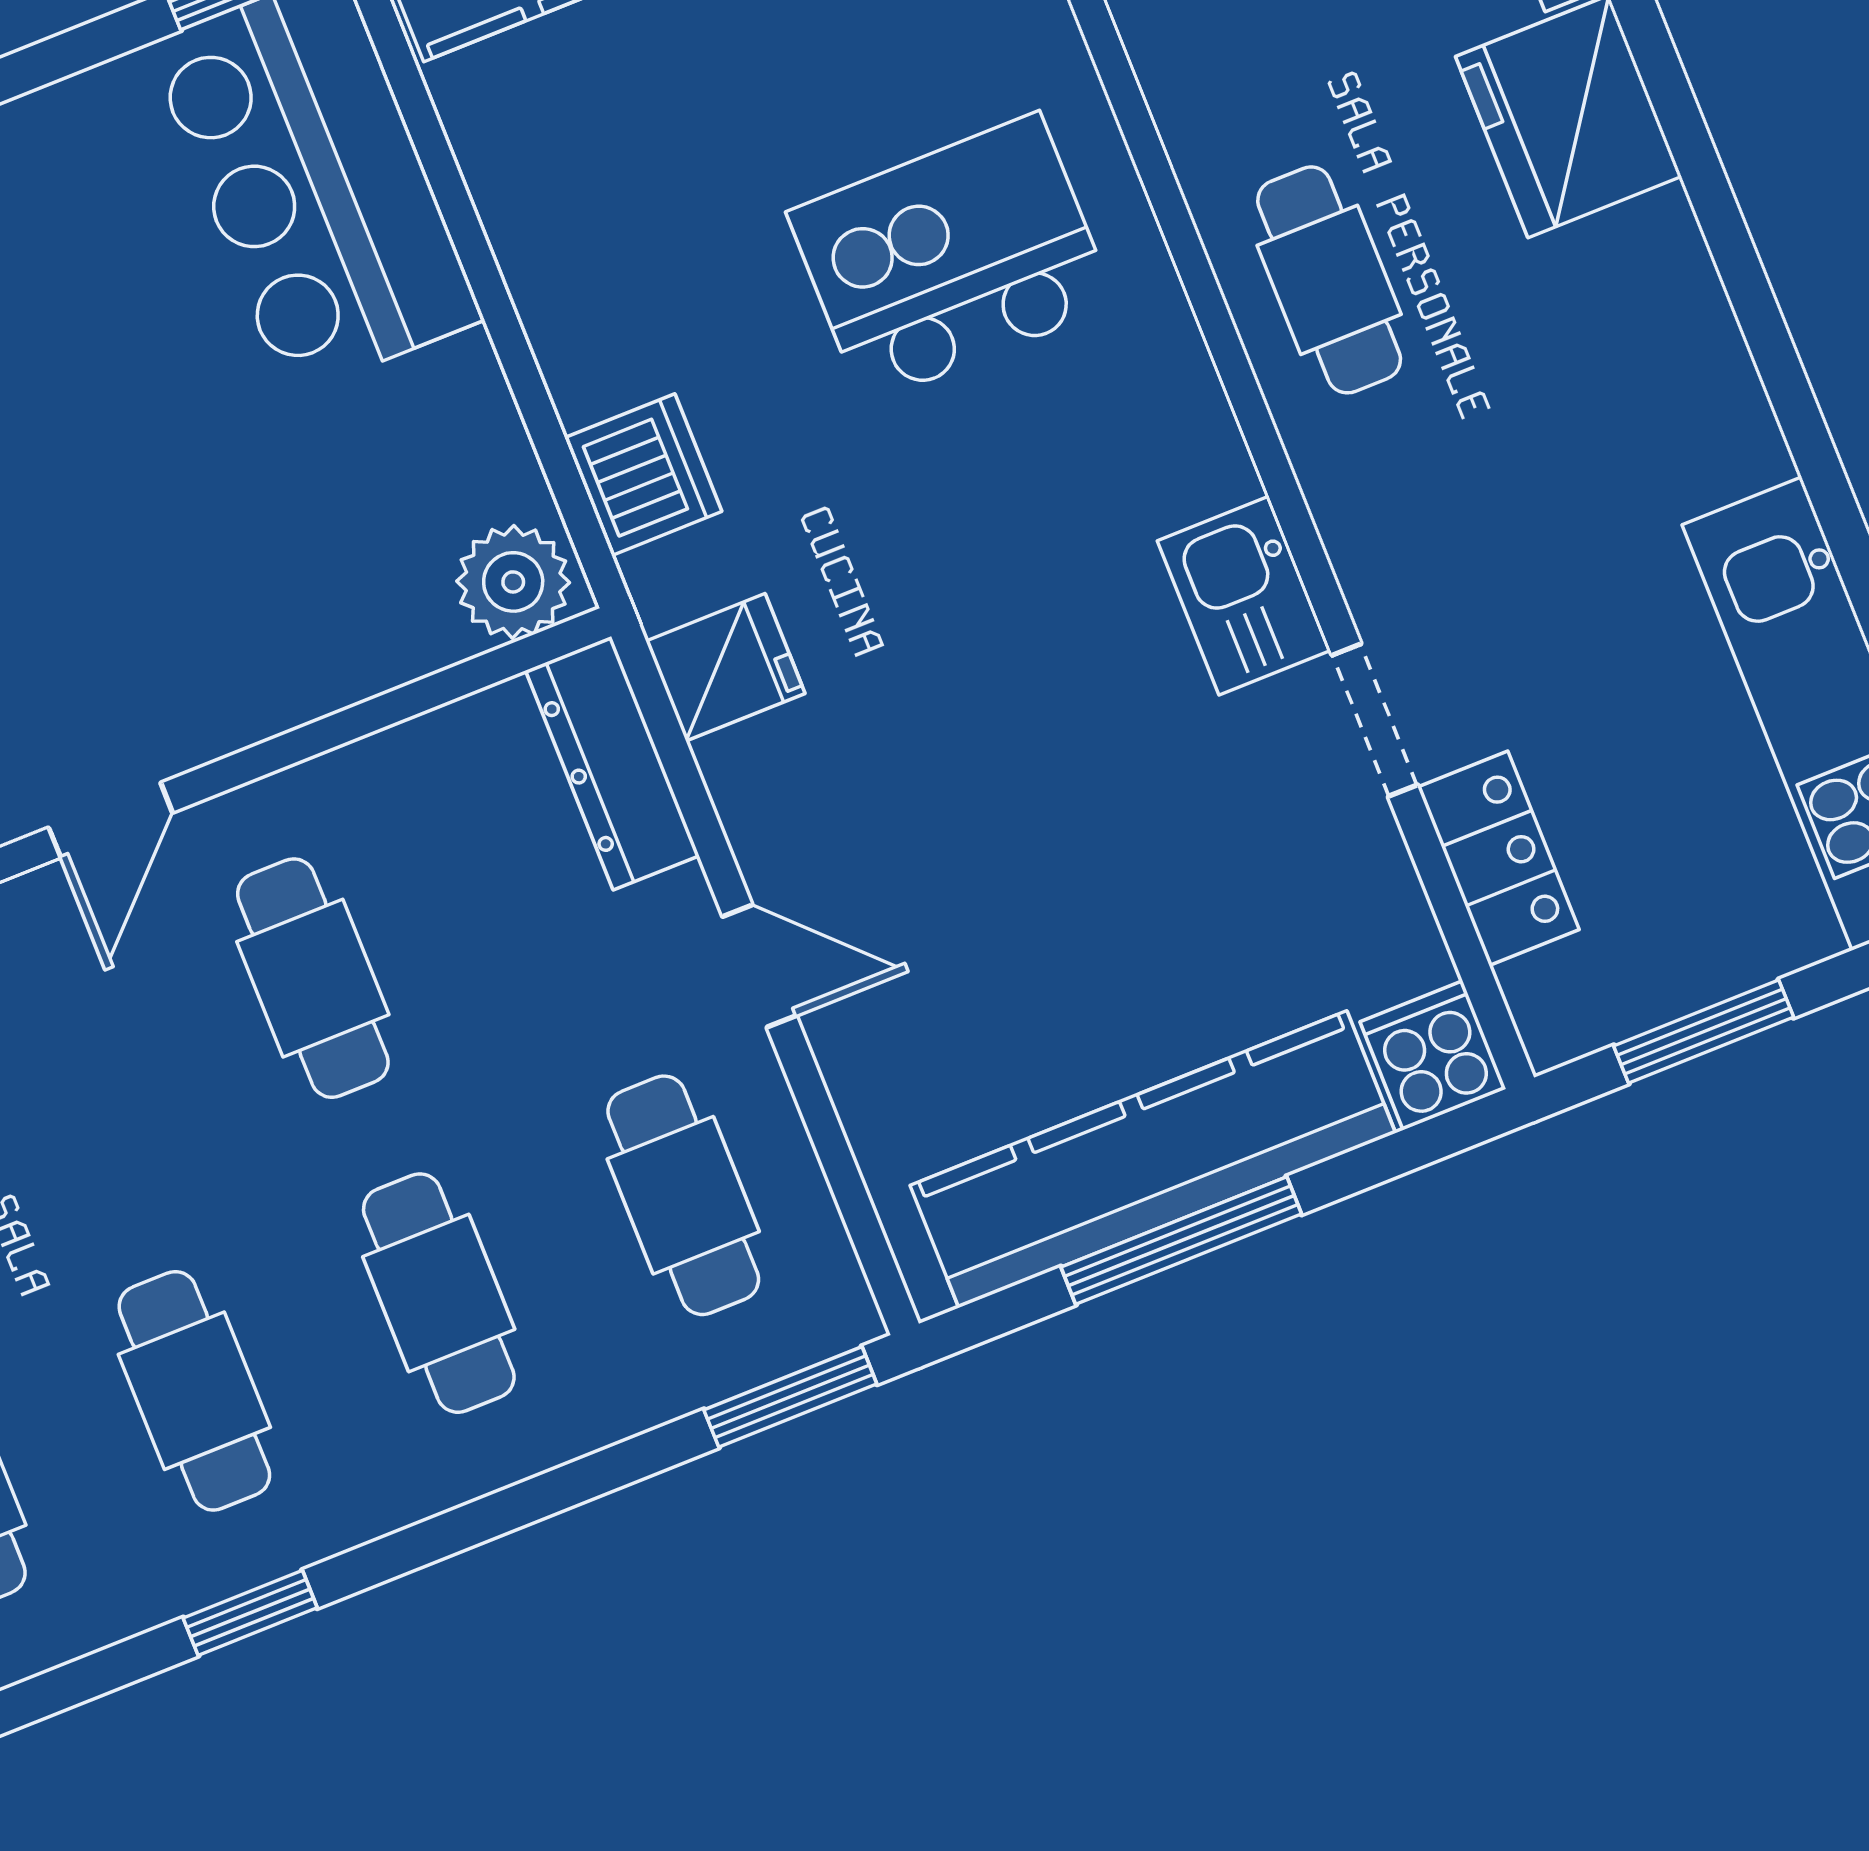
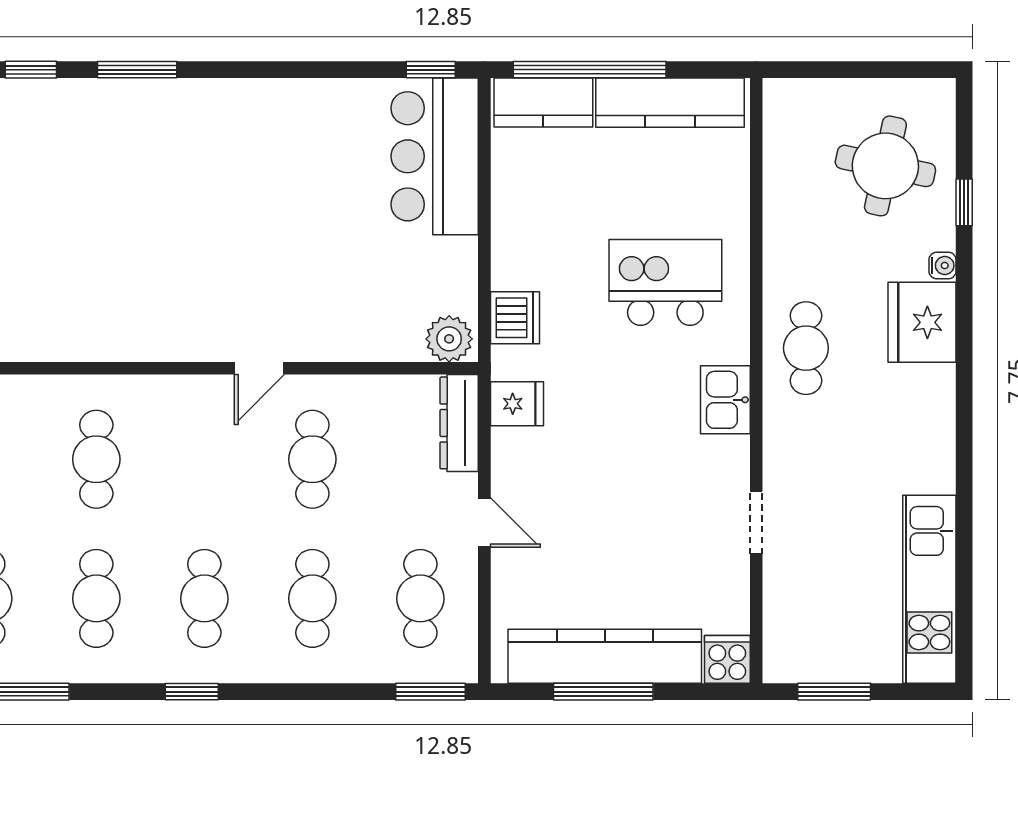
kitchen sink: (1244, 596) -> (725, 400), moved
locker: (1498, 858) -> (782, 594), removed

